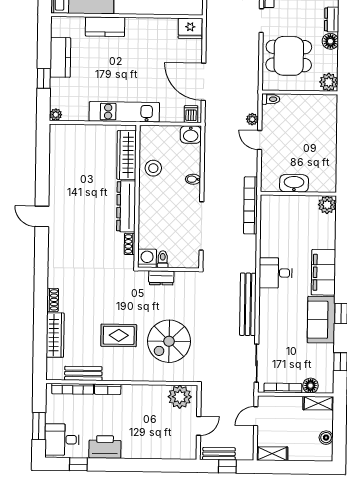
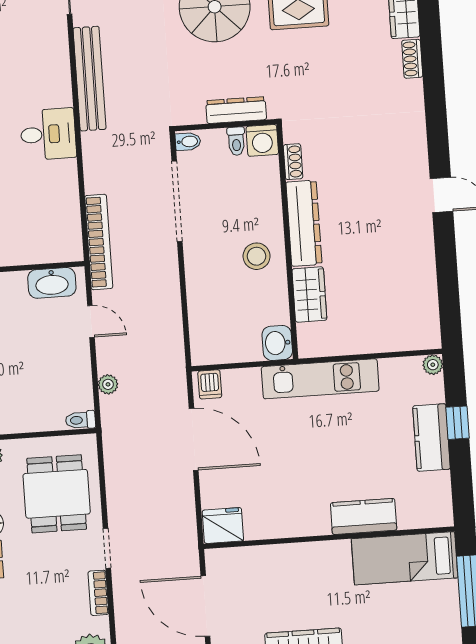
dining table: (289, 56) -> (57, 494), turned 90
kitchen counter: (60, 57) -> (431, 437), moved
washbasin: (191, 135) -> (277, 343), moved, turned -90
door: (260, 140) -> (91, 322), moved
wardrobe: (127, 155) -> (309, 294), width x0.67
stool: (153, 168) -> (257, 256), moved
bidet: (193, 179) -> (188, 142), moved
washbasin: (294, 183) -> (52, 283), moved
dresser: (161, 278) -> (236, 110), width x1.44

